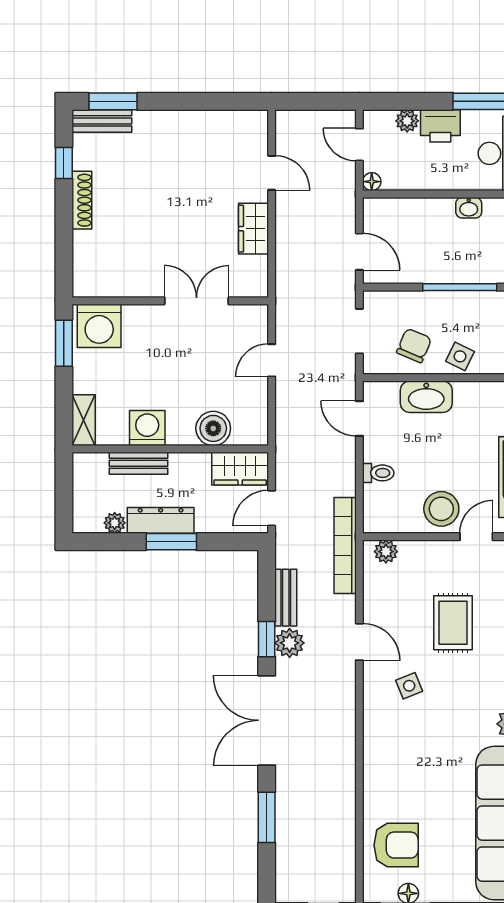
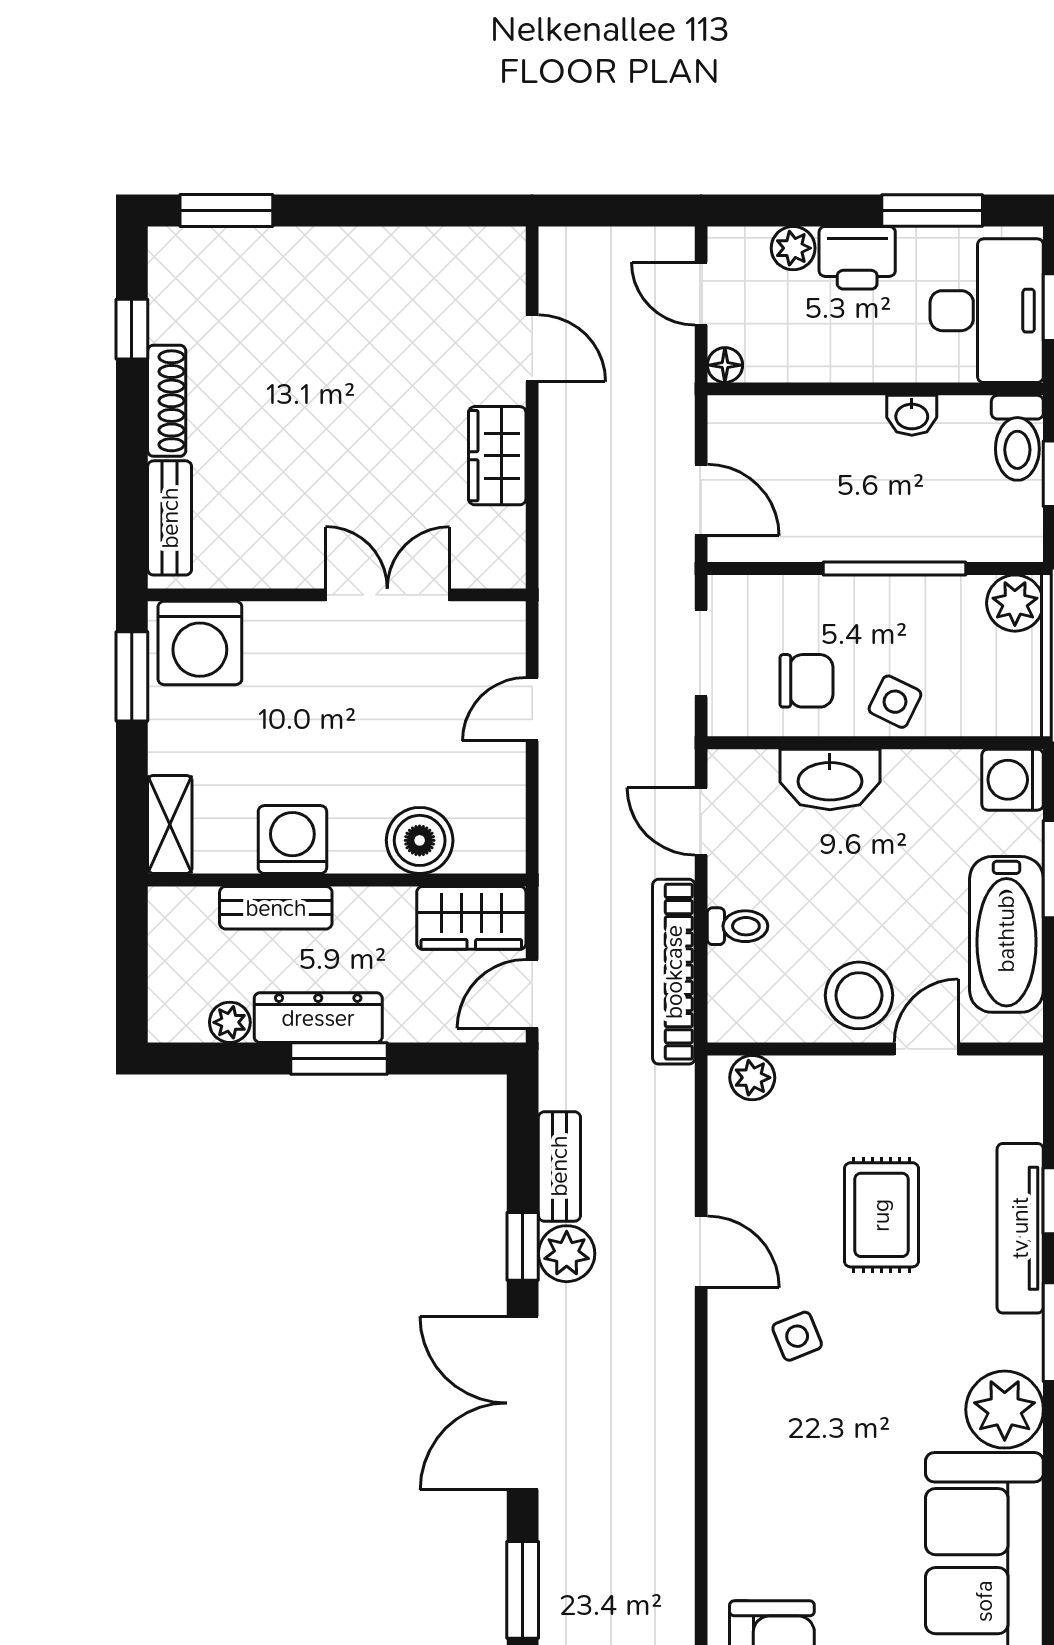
bench: (102, 121) -> (170, 518), moved, turned 90
chair: (414, 346) -> (806, 681), turned 67
bookcase: (345, 545) -> (674, 972), moved

